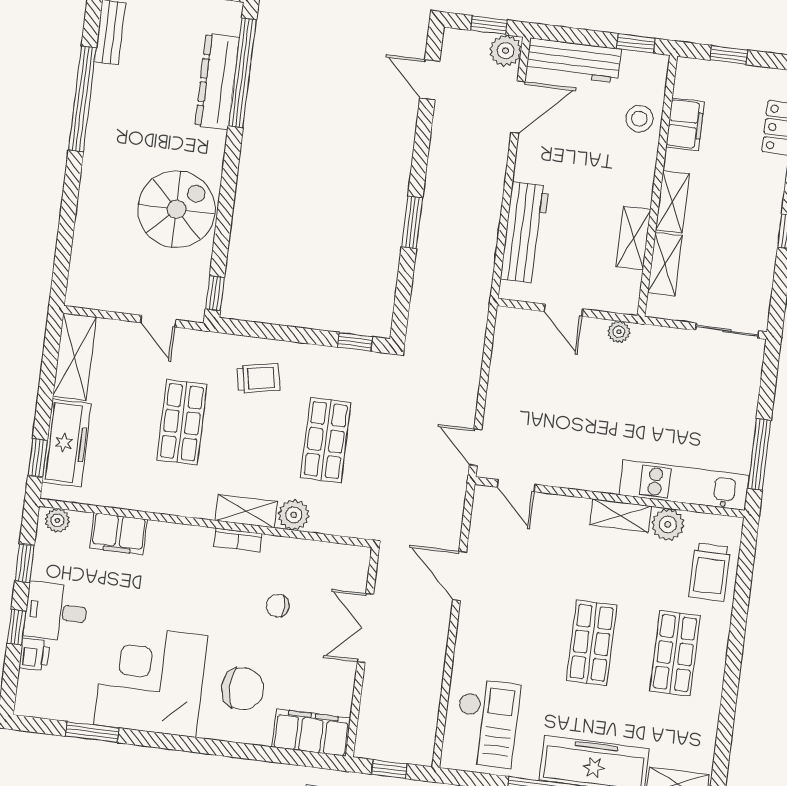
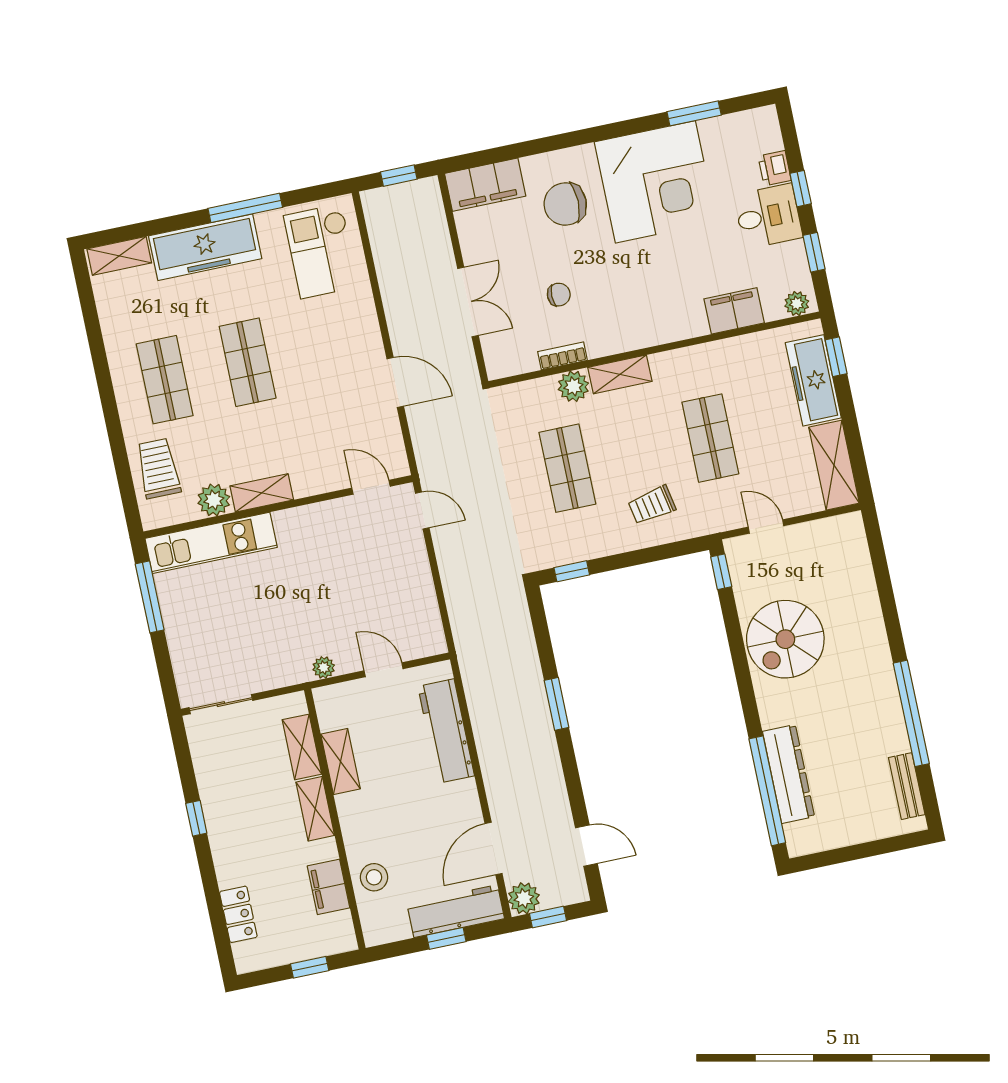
window: (636, 43) -> (446, 938), moved
bookcase: (238, 540) -> (563, 356), moved

